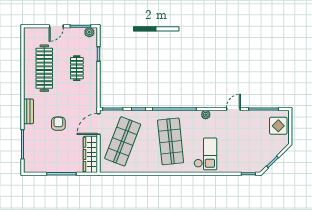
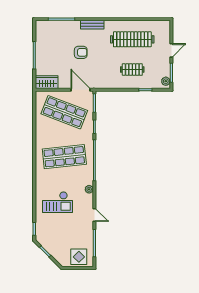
door: (56, 26) -> (171, 50), swing flipped
wardrobe: (90, 154) -> (47, 82), width x0.67
checkout: (205, 154) -> (57, 202), moved

